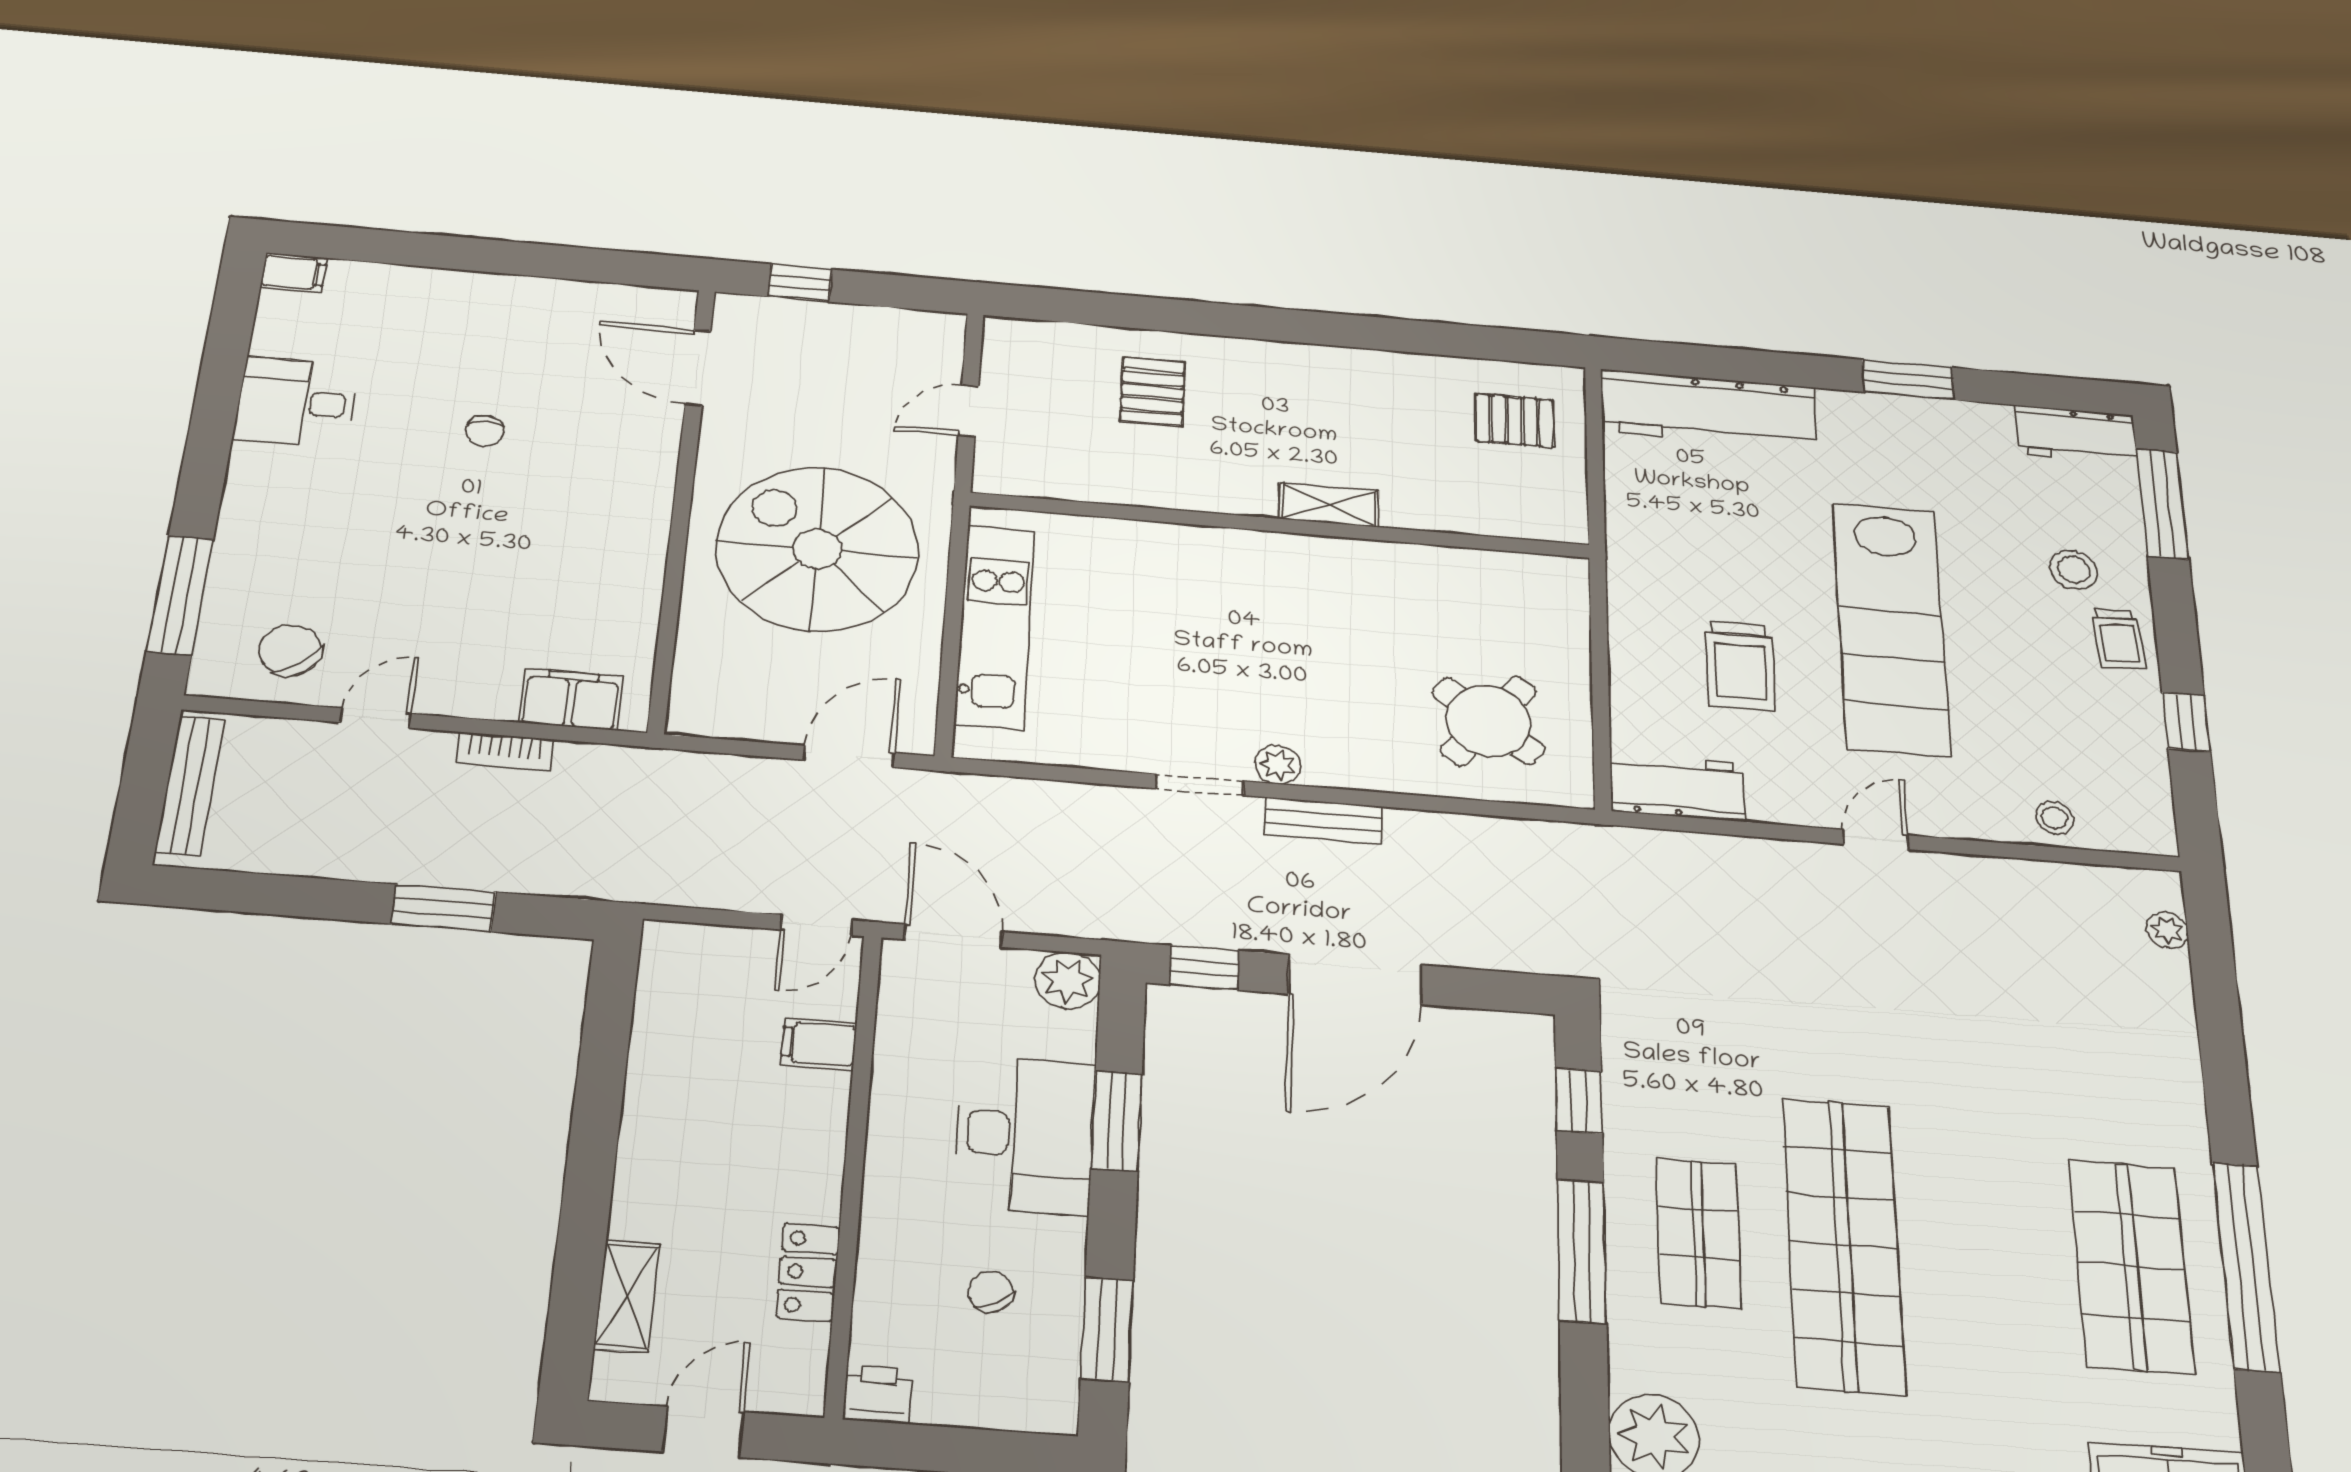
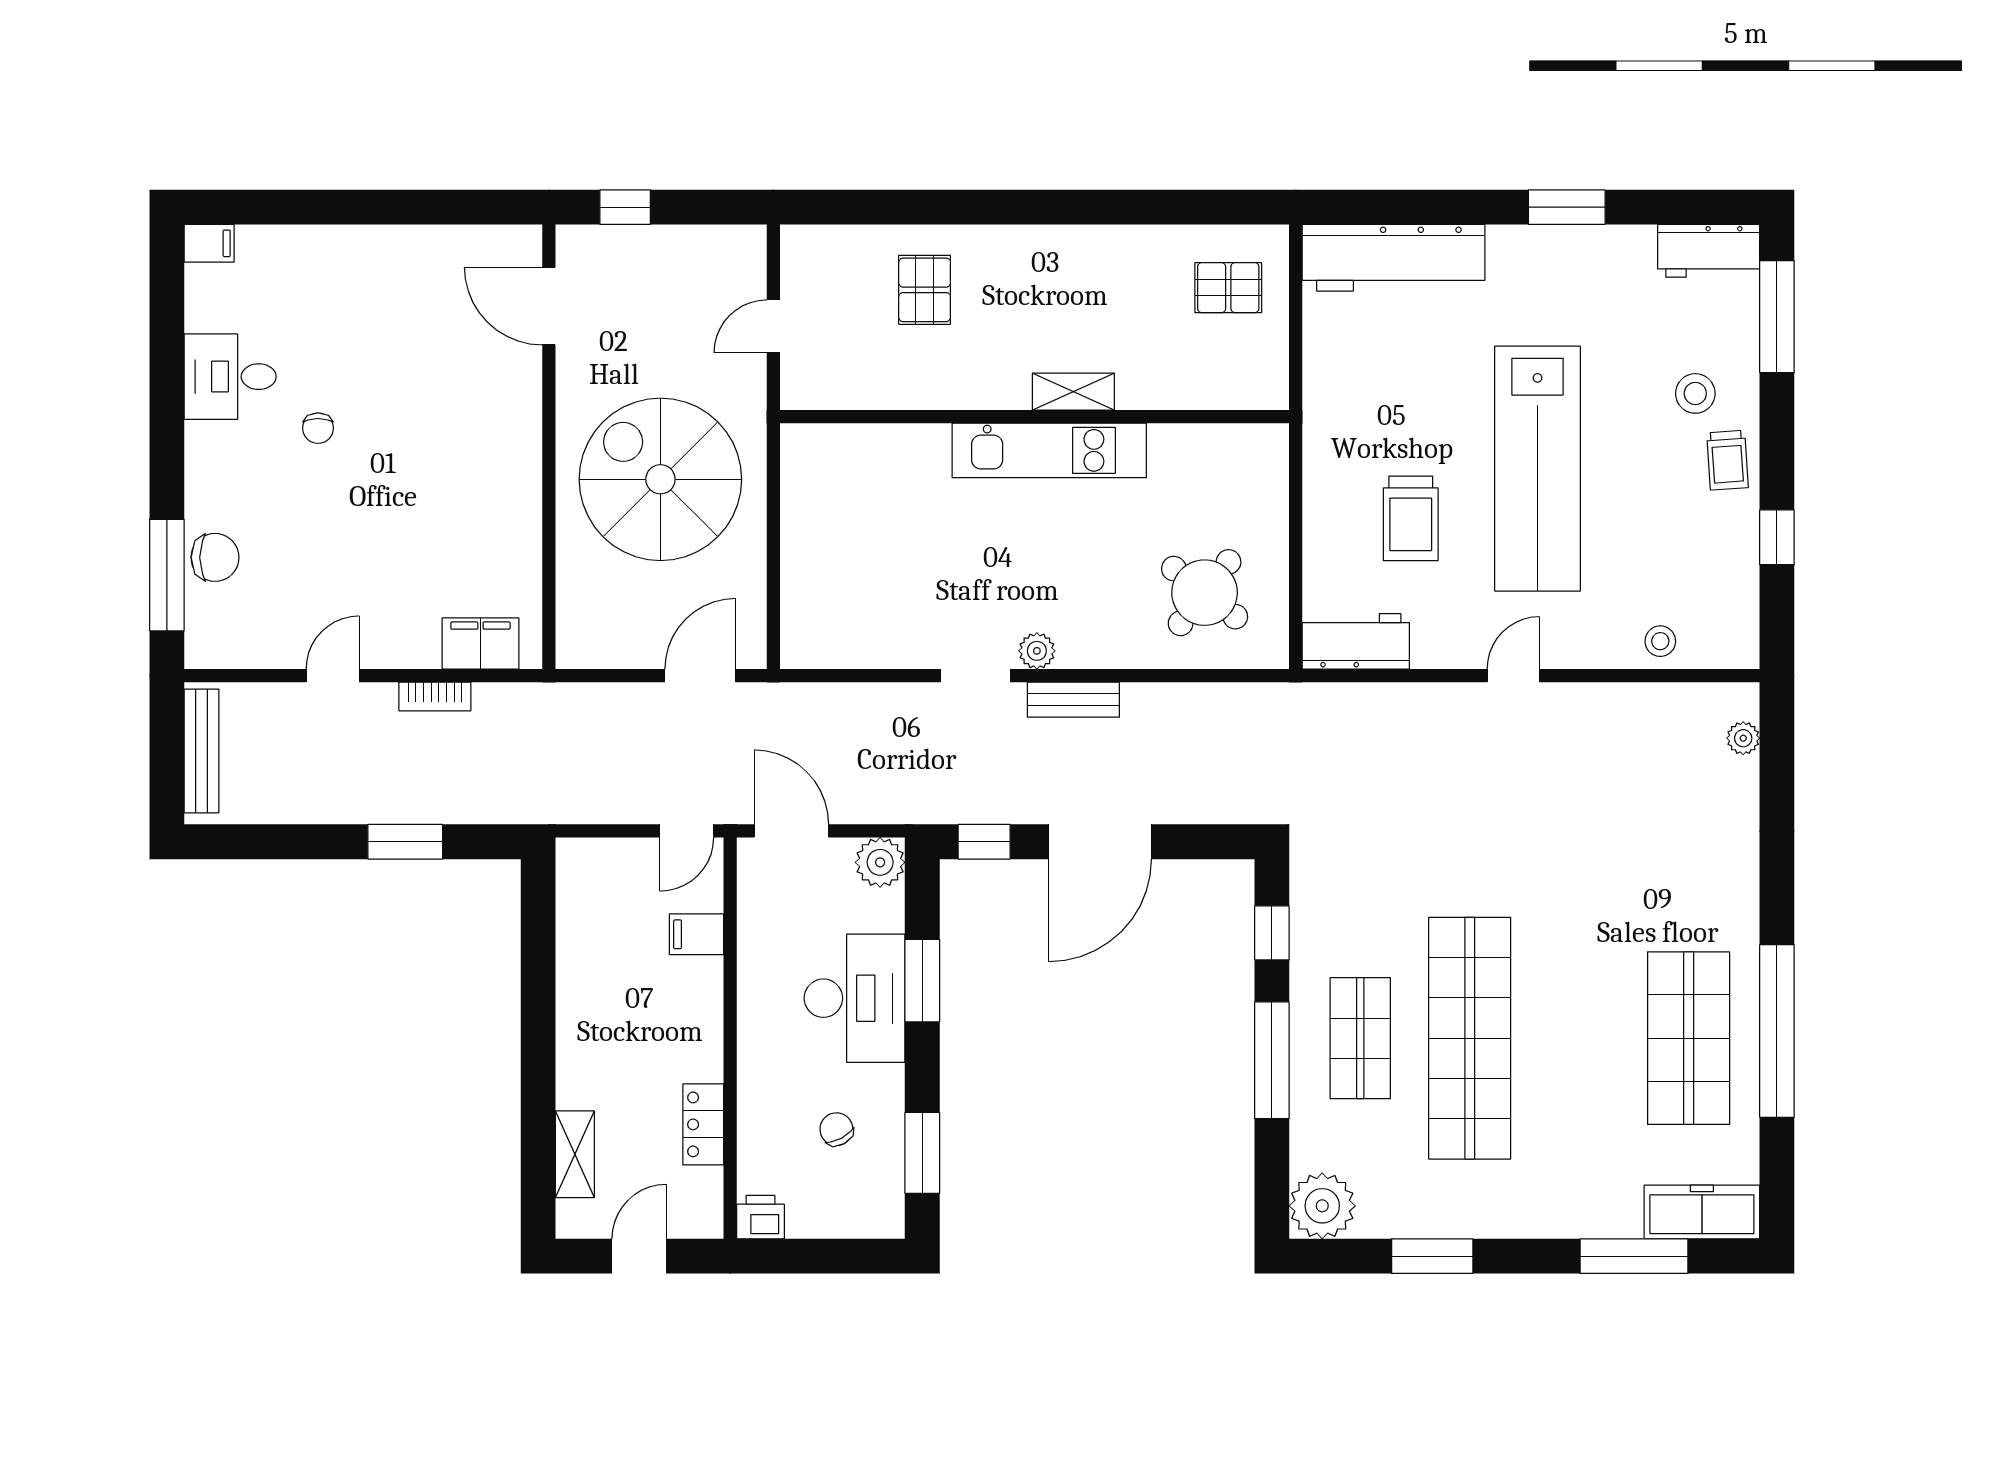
chair: (485, 431) -> (318, 428), moved
kitchen unit: (995, 627) -> (1049, 450), moved, turned 90
chair: (290, 650) -> (215, 557), moved, turned 129

